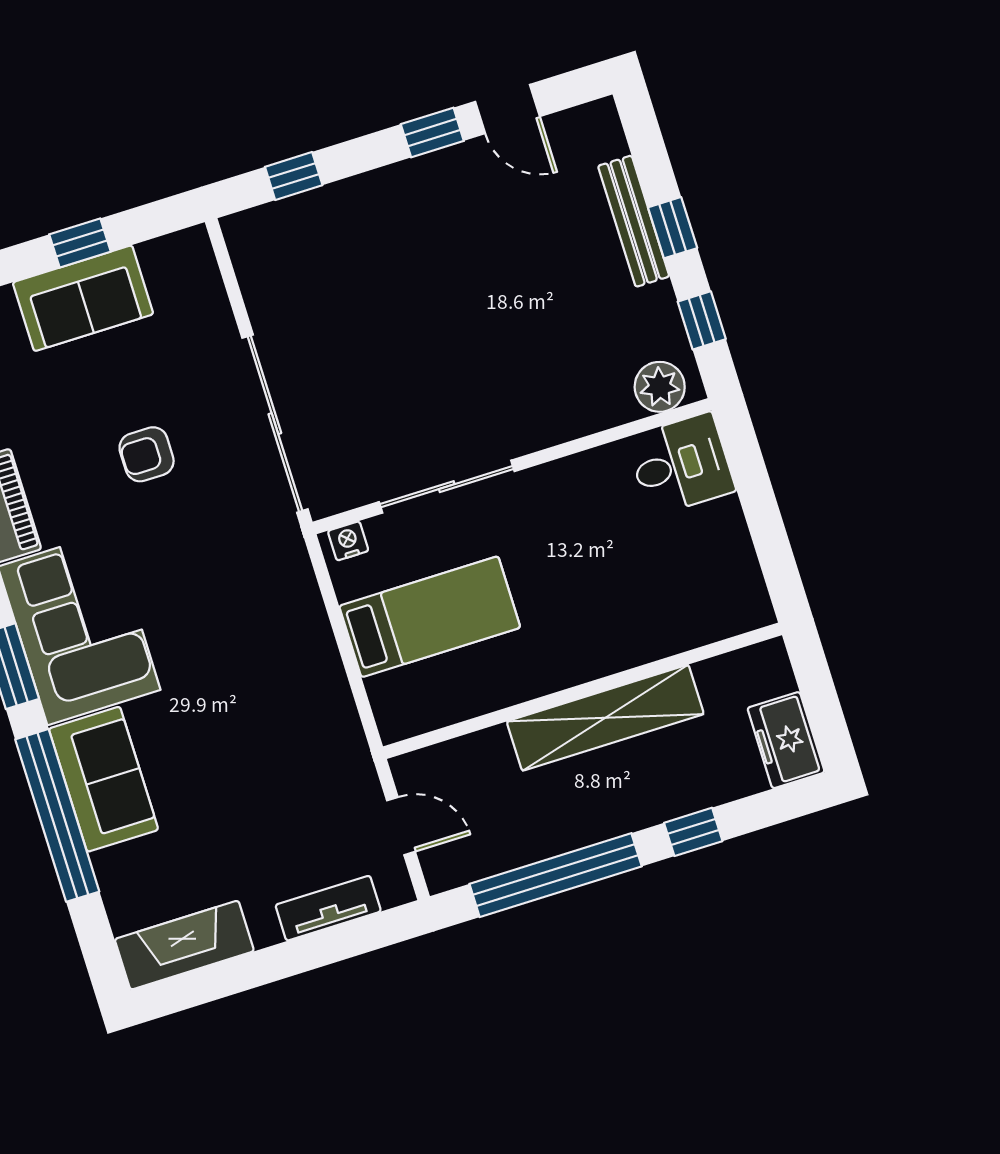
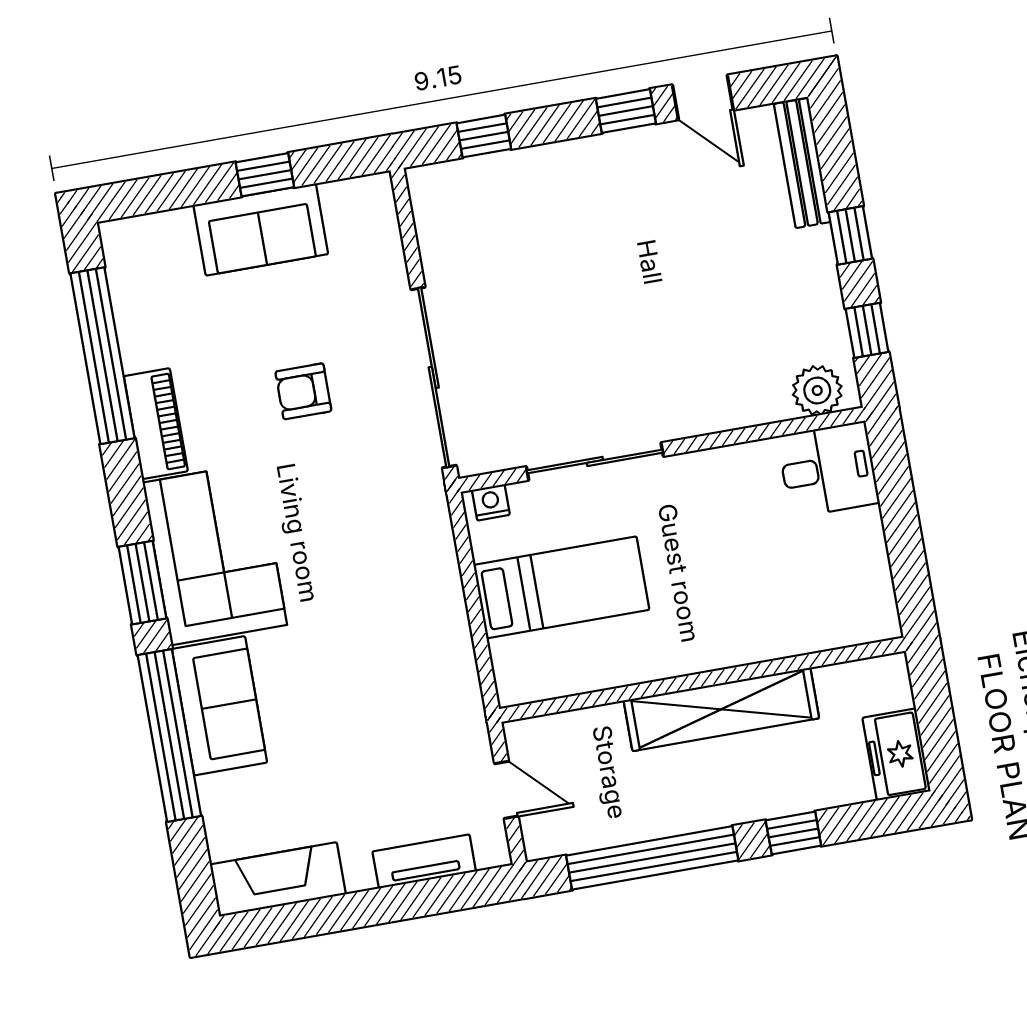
bench: (634, 221) -> (802, 163), moved

